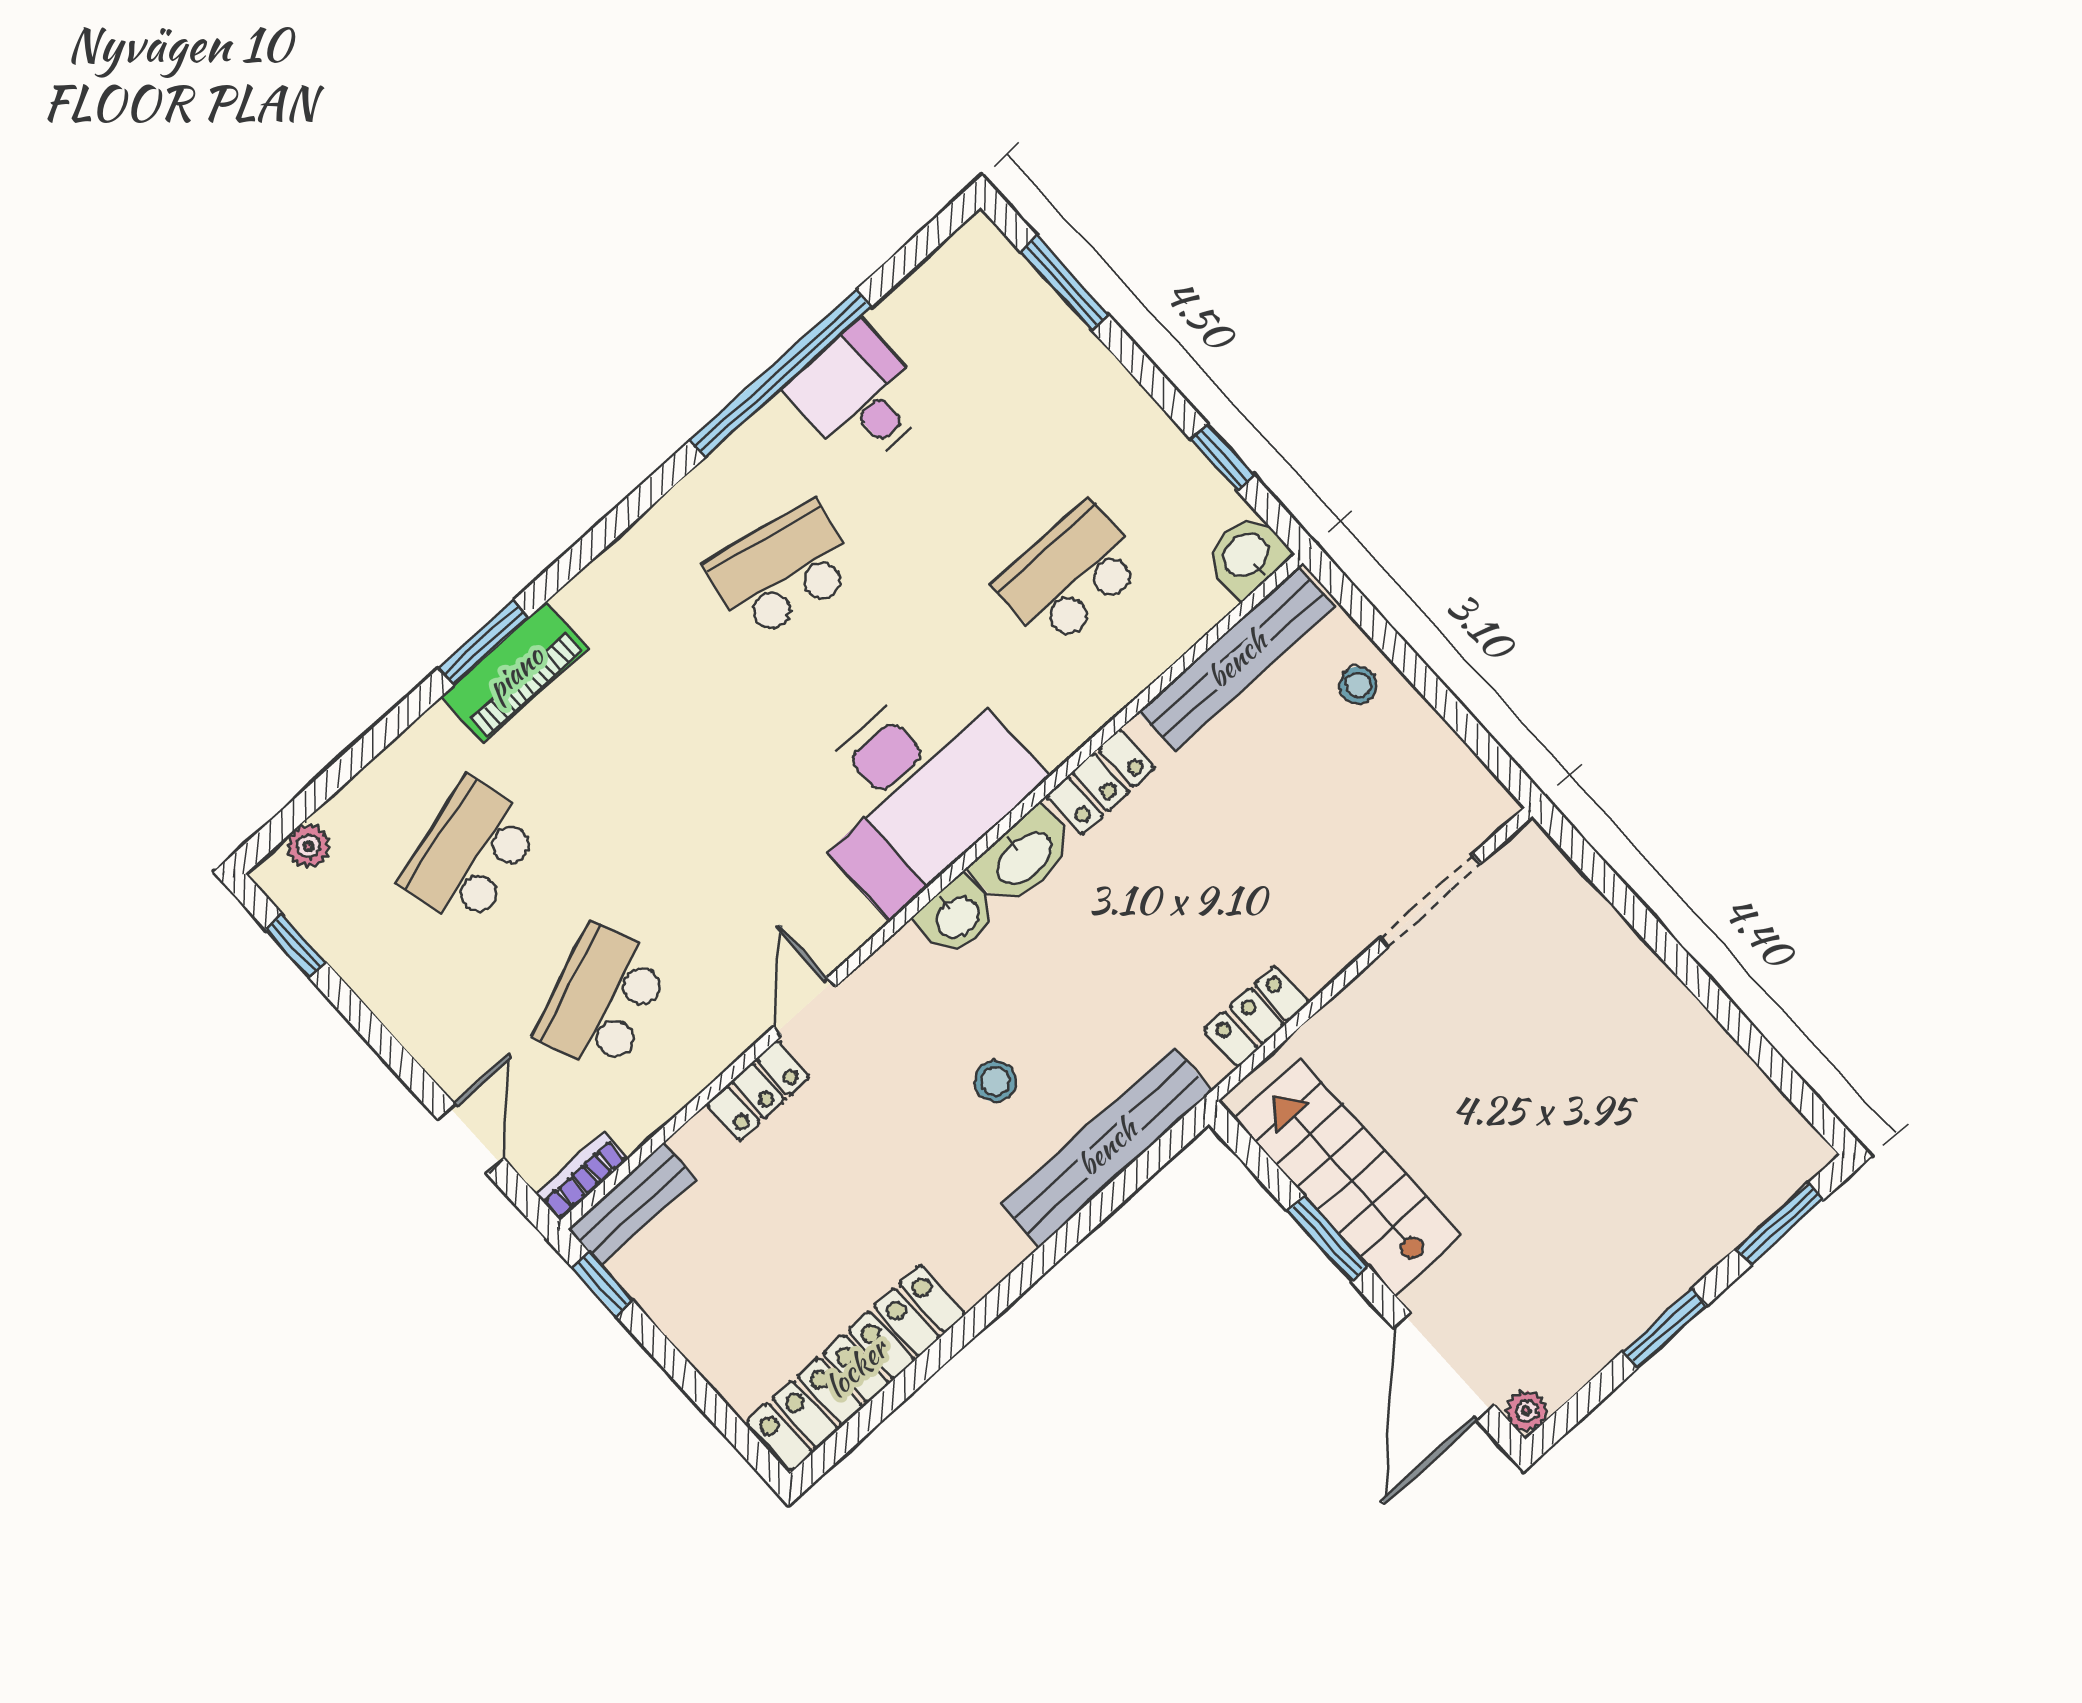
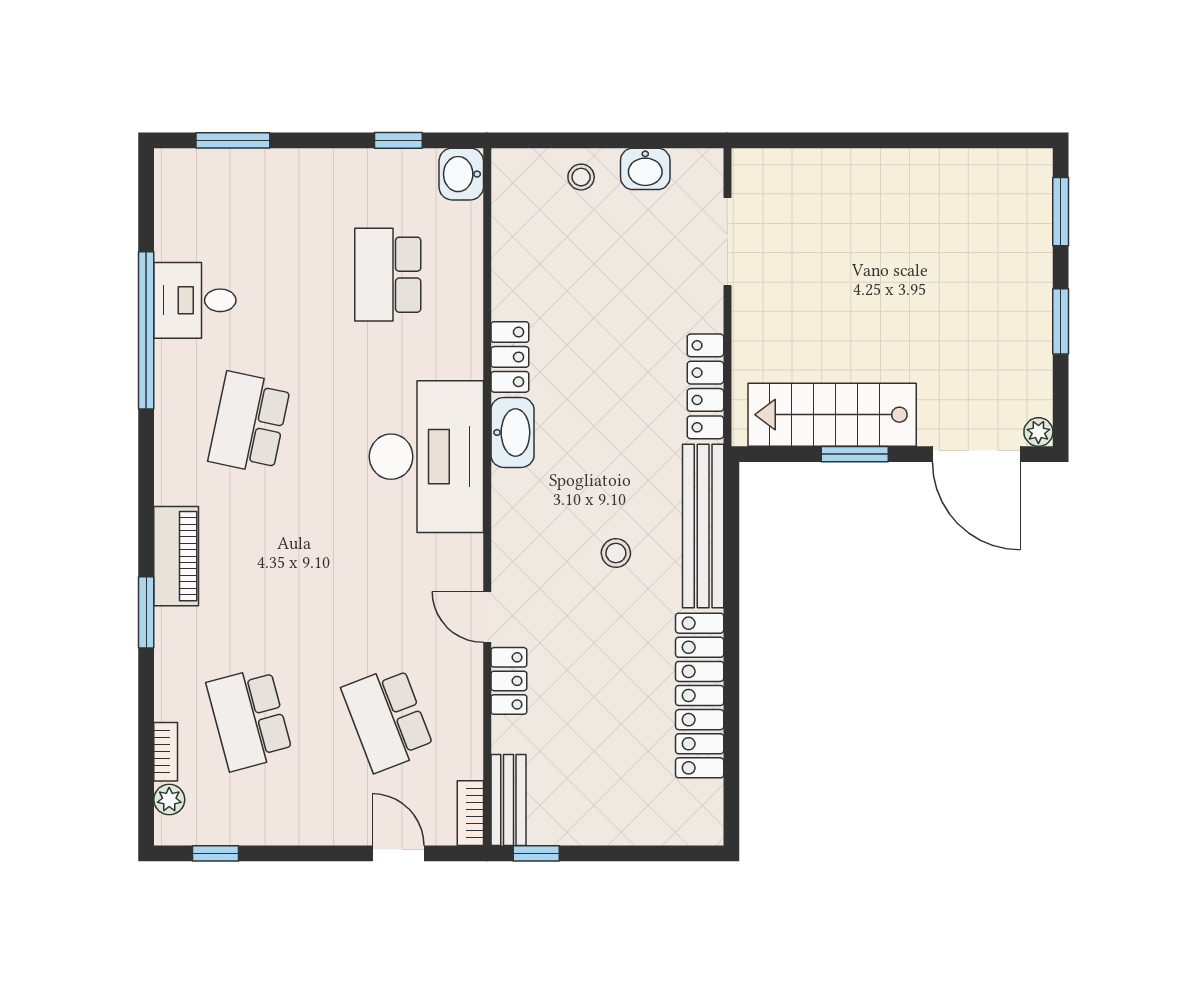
bench: (1237, 659) -> (510, 228), removed
piano: (515, 672) -> (176, 556), moved
bookcase: (355, 797) -> (166, 752), added
washbasin: (957, 916) -> (645, 169), moved, turned 90
locker: (1257, 1016) -> (705, 386), width x1.53
locker: (856, 1368) -> (700, 696), moved

